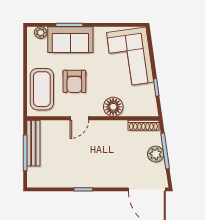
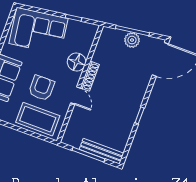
armchair: (74, 81) -> (41, 88), turned -90
shoe rack: (143, 125) -> (90, 76), moved
bench: (33, 143) -> (102, 151), moved

